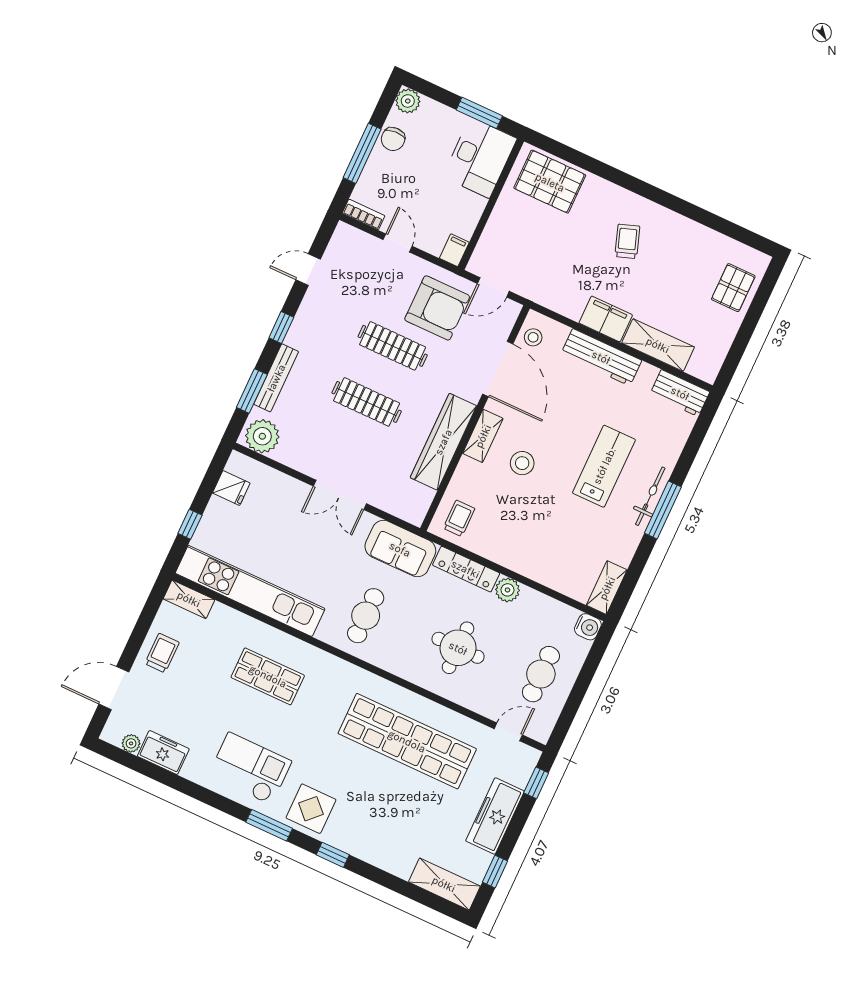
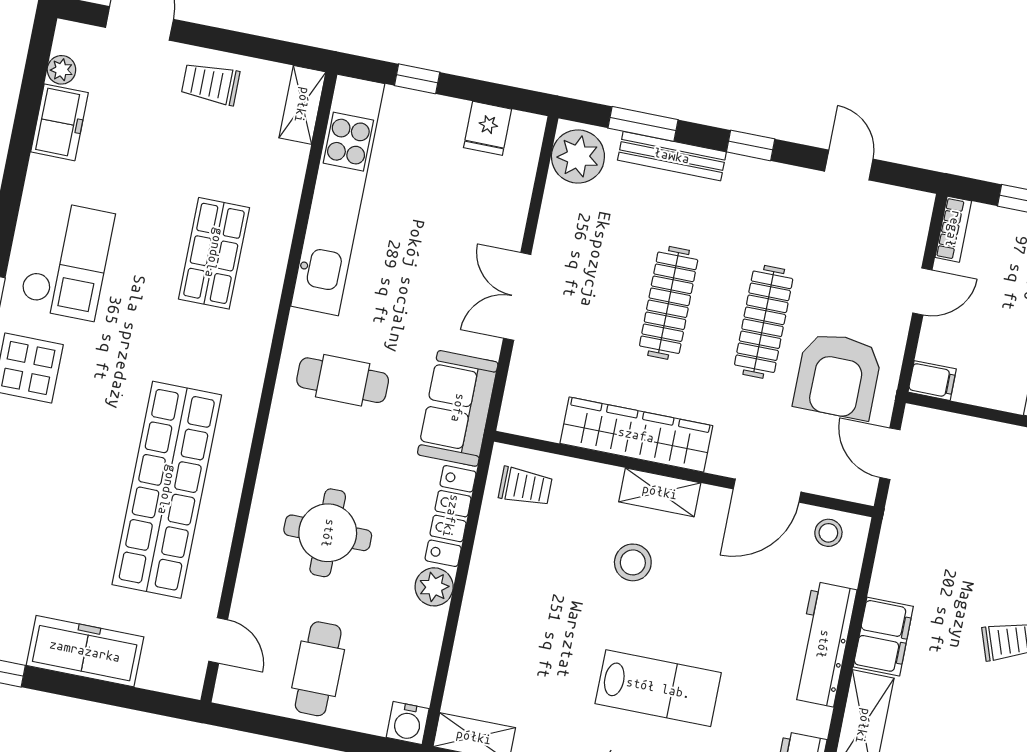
door: (498, 369) -> (767, 491), width x0.73
trolley: (162, 653) -> (211, 84), turned 180
cafe table: (541, 674) -> (318, 669), turned 90
window: (536, 783) -> (151, 702), removed

